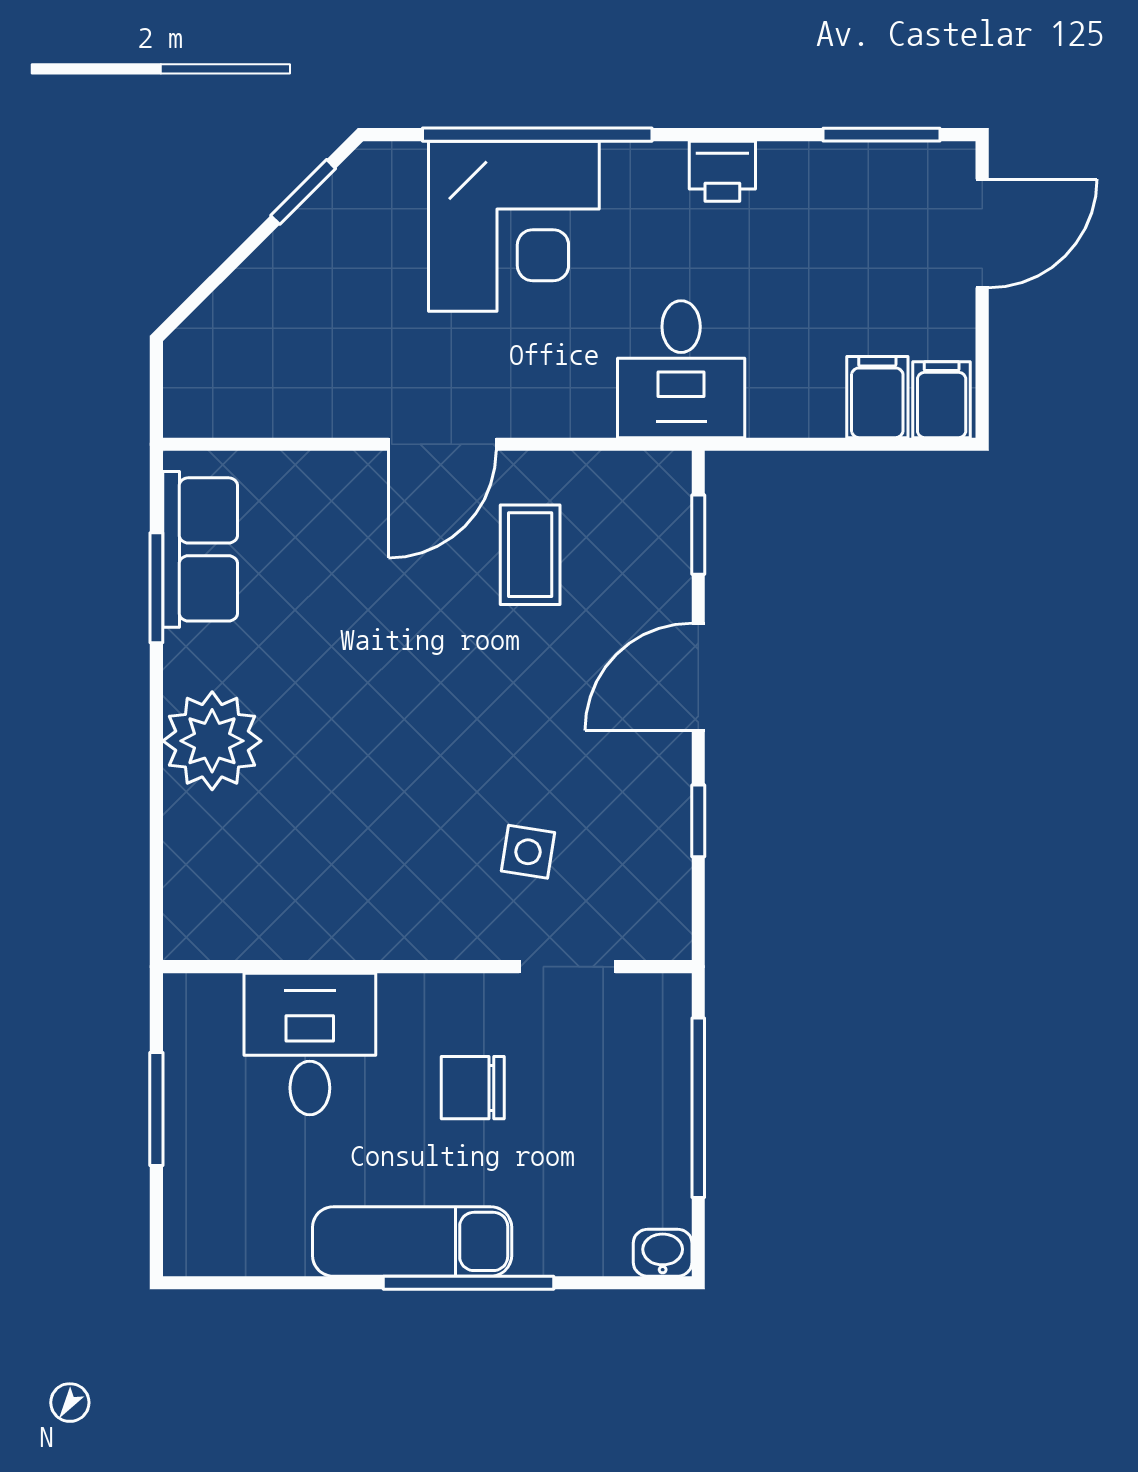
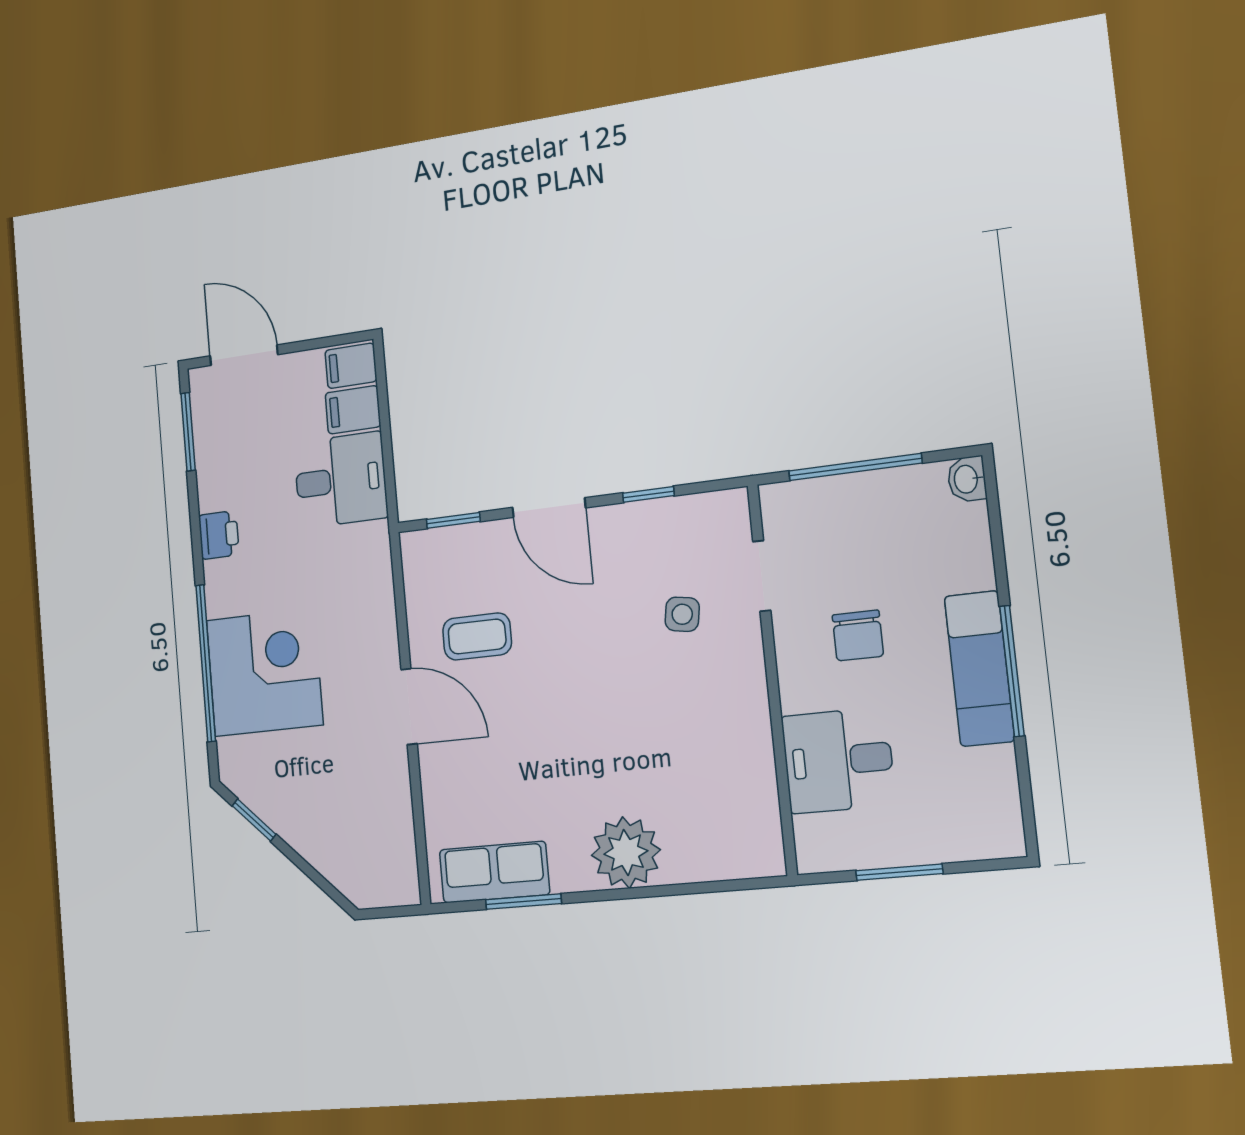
desk: (681, 369) -> (341, 480), moved
window: (469, 1283) -> (1012, 671), moved

